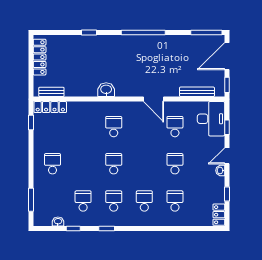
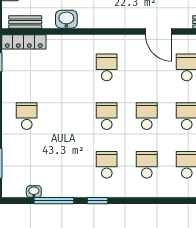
washbasin: (106, 90) -> (66, 19), moved
school desk: (83, 201) -> (147, 116), moved
window: (73, 228) -> (54, 201), width x2.17

